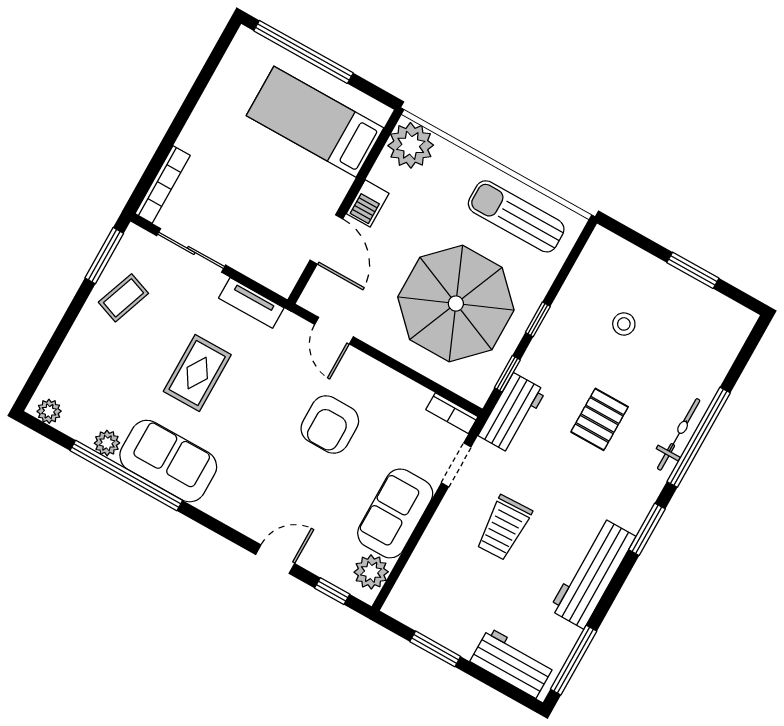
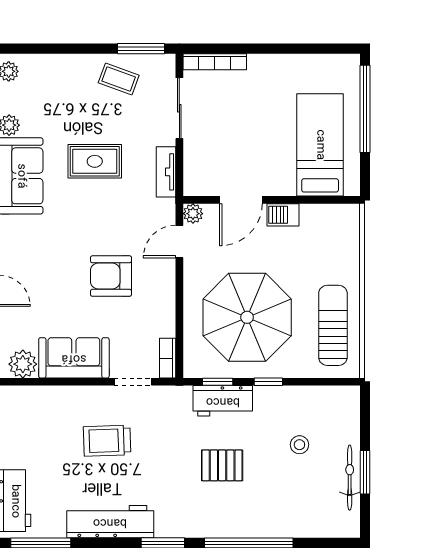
plant: (411, 145) -> (193, 214), moved, width x0.53, depth x0.53
workbench: (512, 413) -> (223, 401), moved
bicycle: (679, 434) -> (350, 478), moved, turned -90

